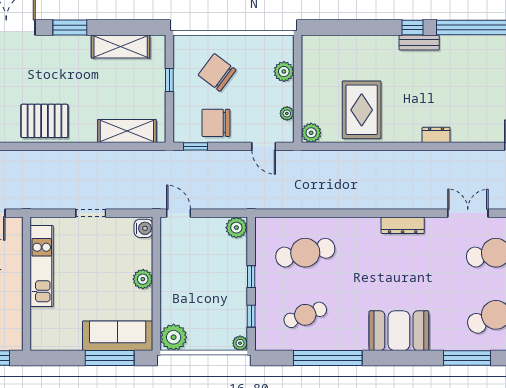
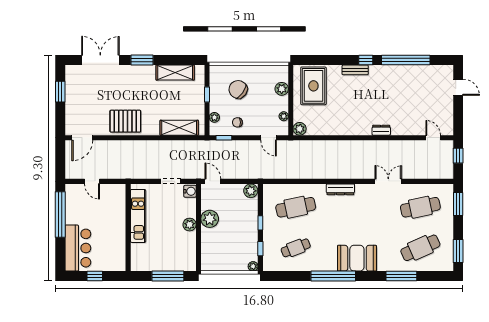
bench: (419, 43) -> (355, 70), moved
rug: (362, 110) -> (313, 86), moved
plant: (181, 115) -> (214, 117), added
chair: (216, 123) -> (237, 122), width x0.54, depth x0.54
doorway: (91, 213) -> (171, 181), moved
double door: (468, 213) -> (388, 181), moved
dresser: (403, 225) -> (340, 189), moved
kitchen unit: (42, 266) -> (138, 216), moved
wall: (26, 284) -> (128, 228), moved
sofa: (118, 336) -> (173, 261), removed
plant: (174, 337) -> (210, 219), moved
window: (328, 358) -> (333, 276), moved

